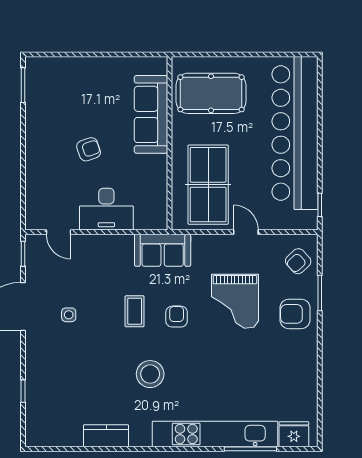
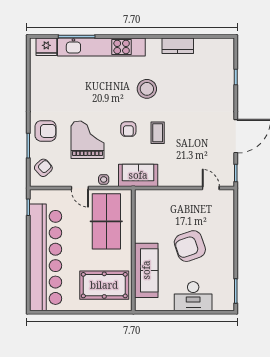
armchair: (89, 149) -> (190, 246), width x1.88, depth x1.88
desk: (106, 209) -> (193, 296), moved, turned 180
side table: (69, 315) -> (104, 179), moved

